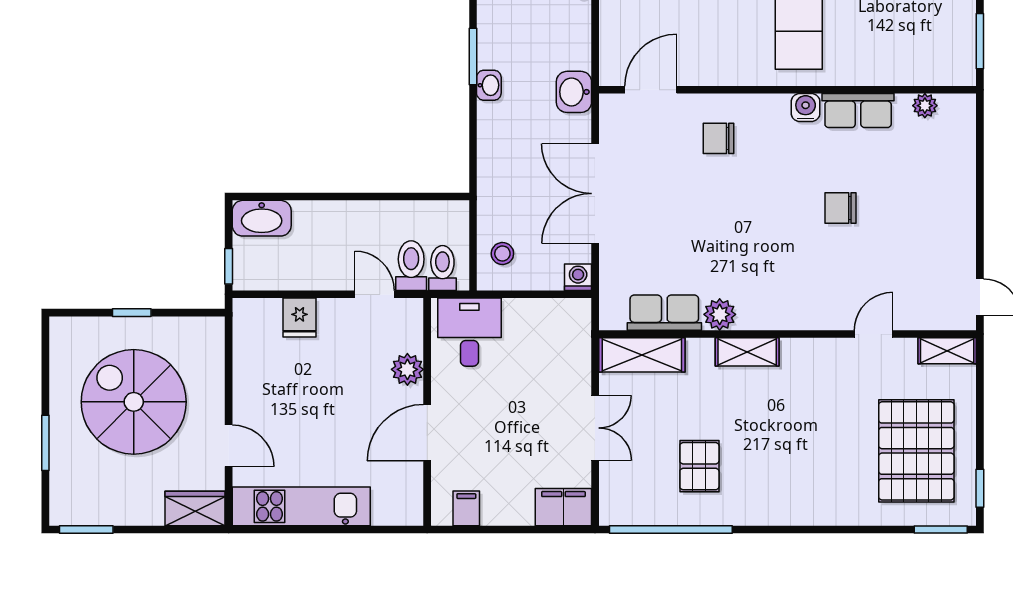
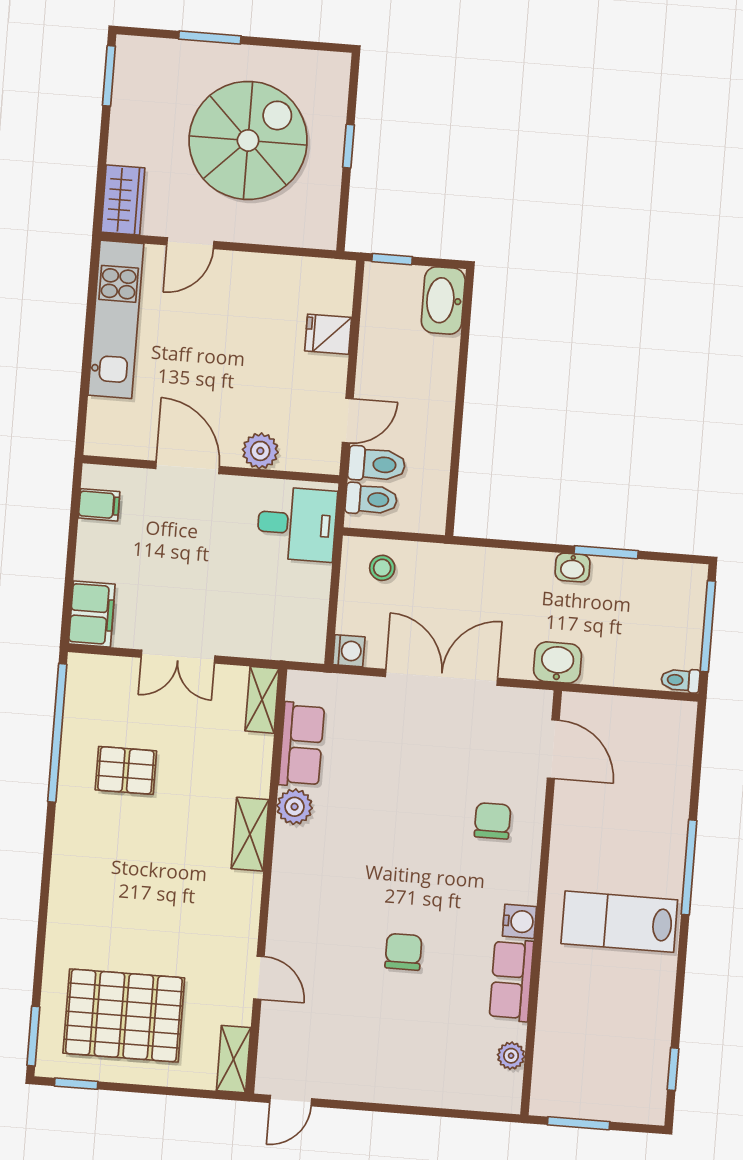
shelving: (642, 355) -> (262, 700), width x0.67, depth x0.75

